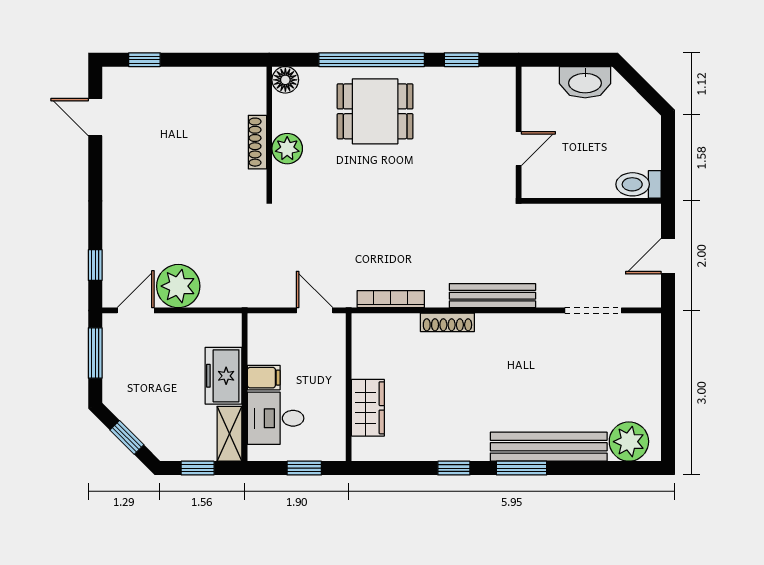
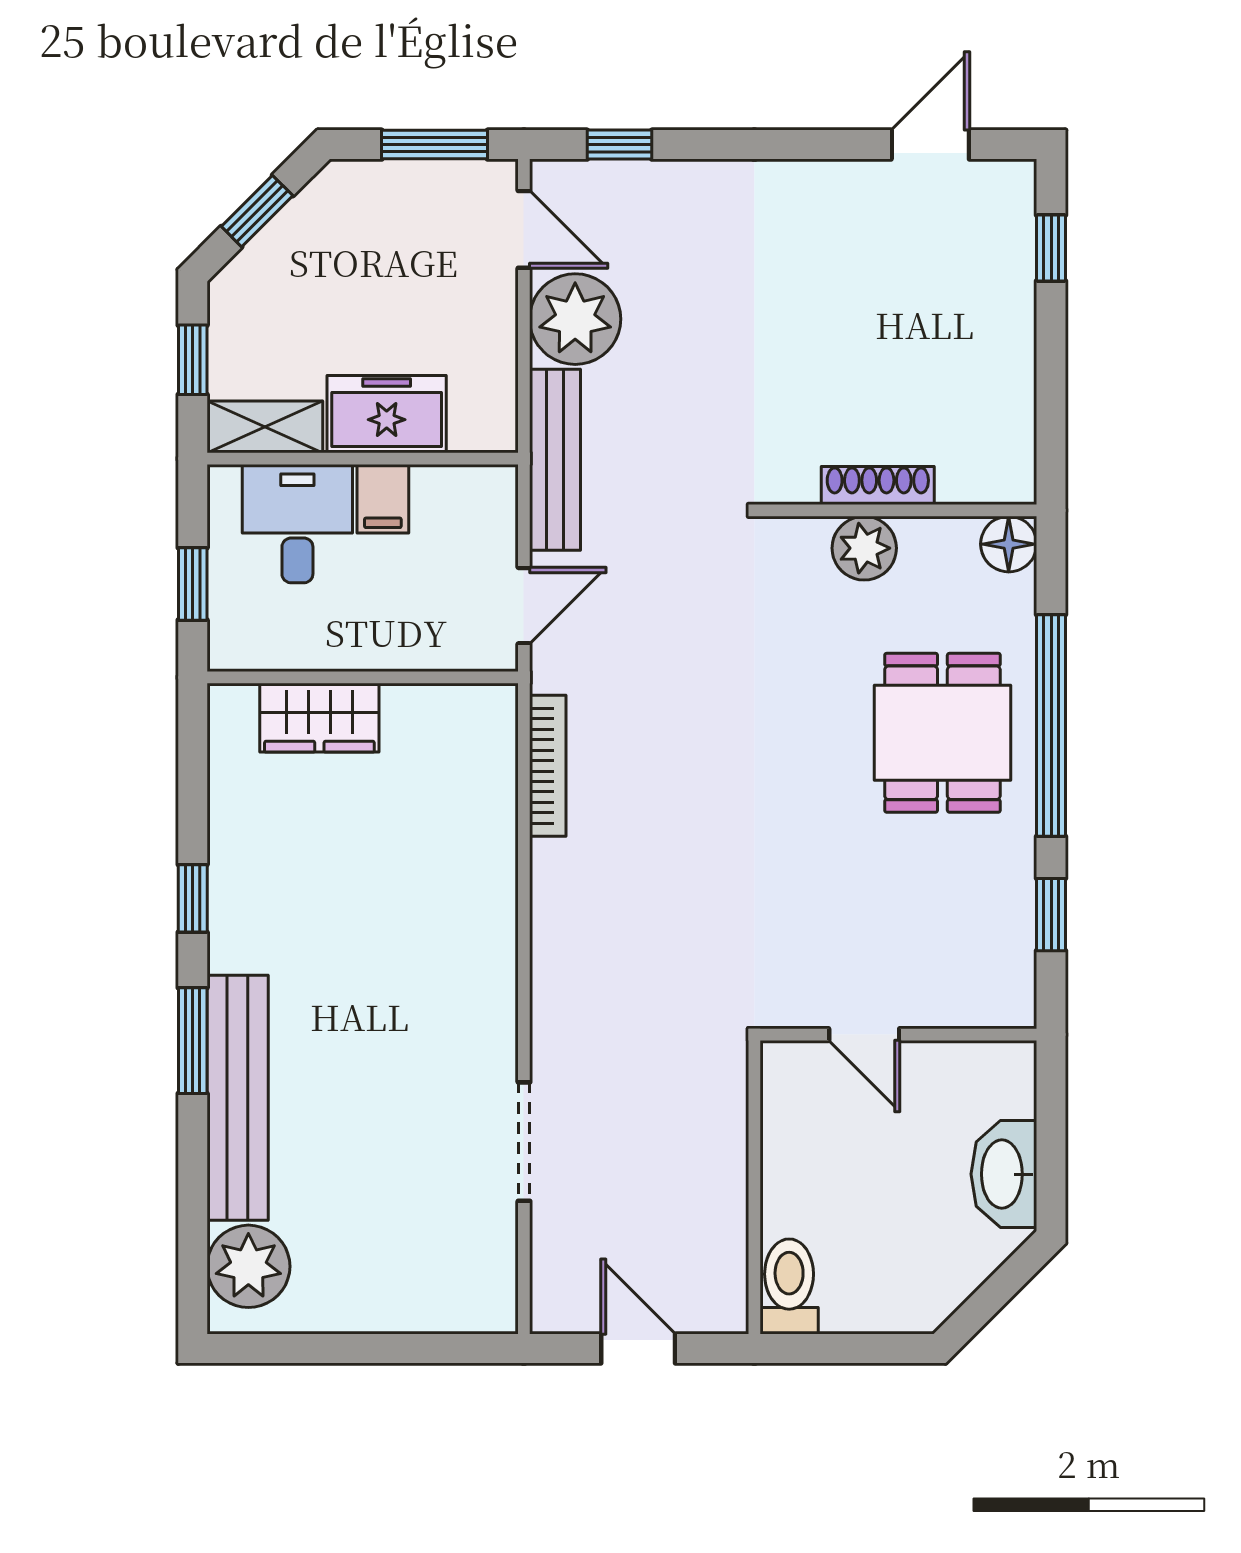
bench: (492, 296) -> (555, 460), moved
doorway: (593, 310) -> (524, 1142), moved
shoe rack: (447, 322) -> (499, 885), removed

